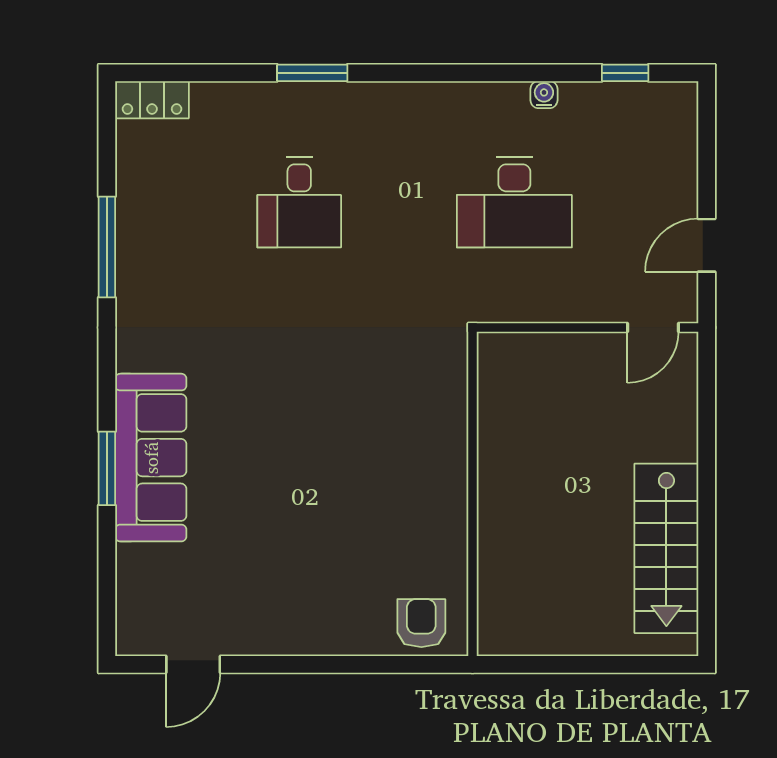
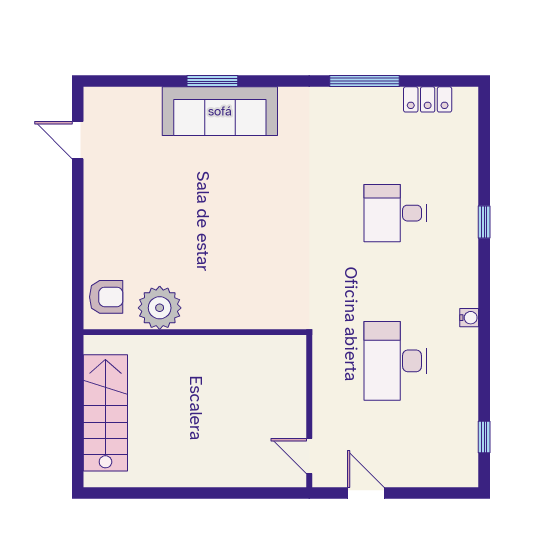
window: (312, 73) -> (484, 222), width x0.67
water cooler: (544, 95) -> (469, 318), moved
locker: (152, 100) -> (428, 99), moved, turned -90
plant: (437, 545) -> (160, 308), added
stairs: (666, 548) -> (105, 413), moved, turned 90

